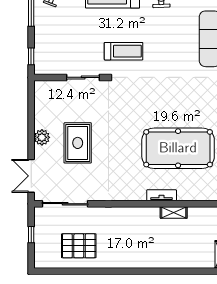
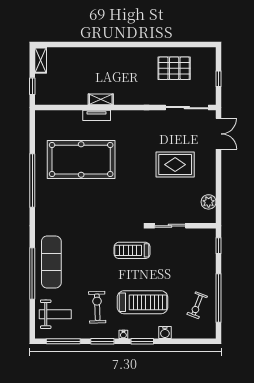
plant: (42, 137) -> (209, 202), moved
rug: (78, 143) -> (175, 165), turned 90
shelving: (174, 212) -> (101, 99), moved

